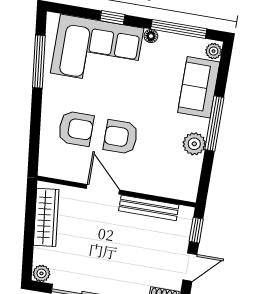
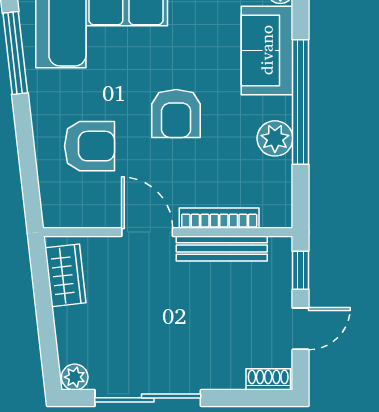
window: (214, 124) -> (301, 102), width x1.46
armchair: (121, 137) -> (176, 113), moved, turned -90
bookcase: (150, 188) -> (219, 218), added
wardrobe: (46, 217) -> (66, 275), width x0.67

